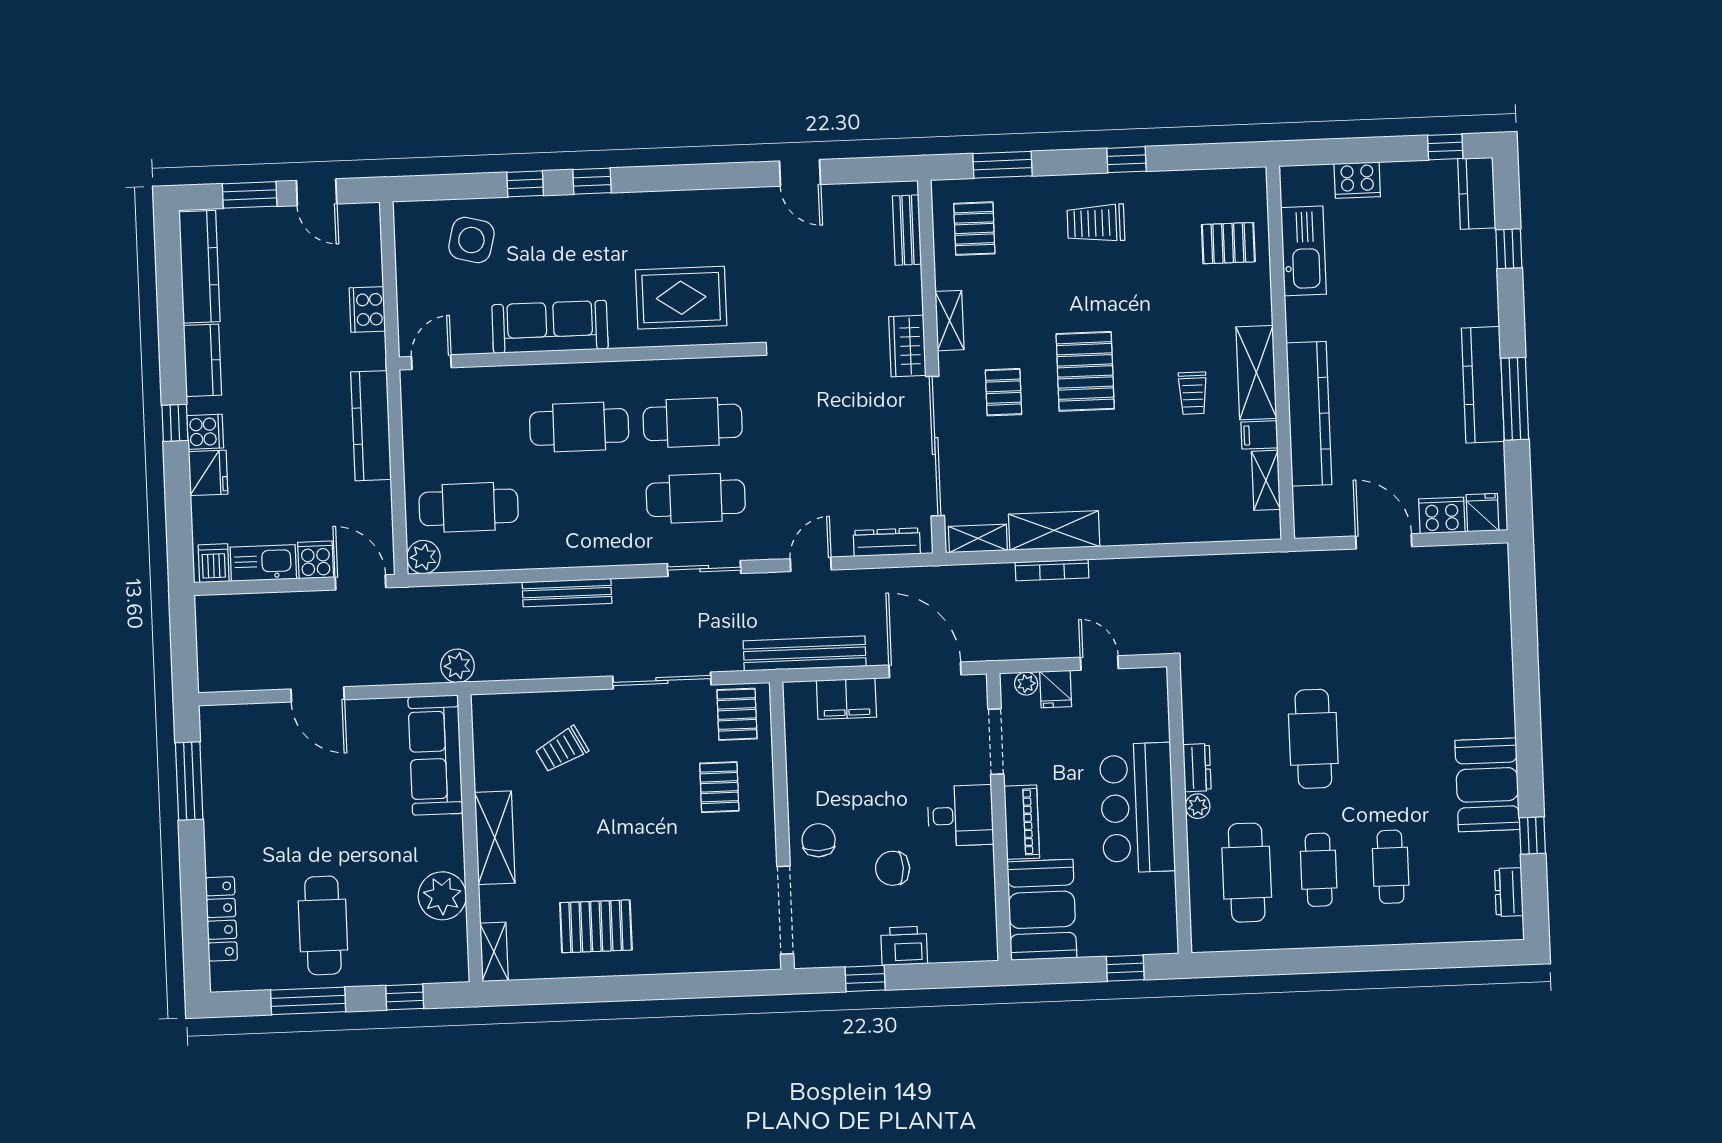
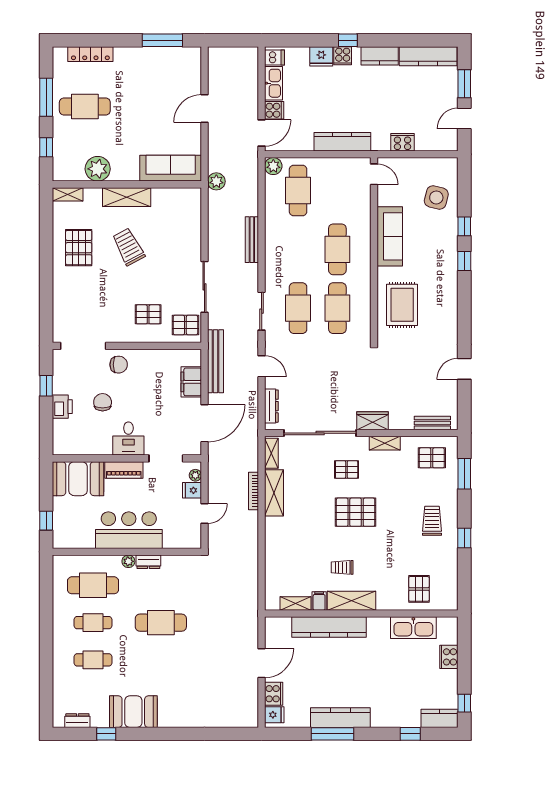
trolley: (562, 749) -> (129, 247), moved, width x1.36, depth x1.39

